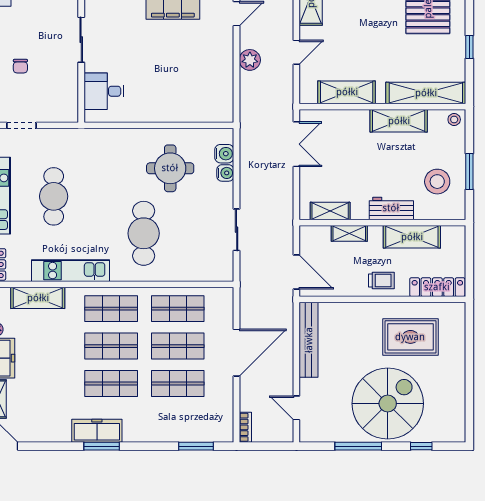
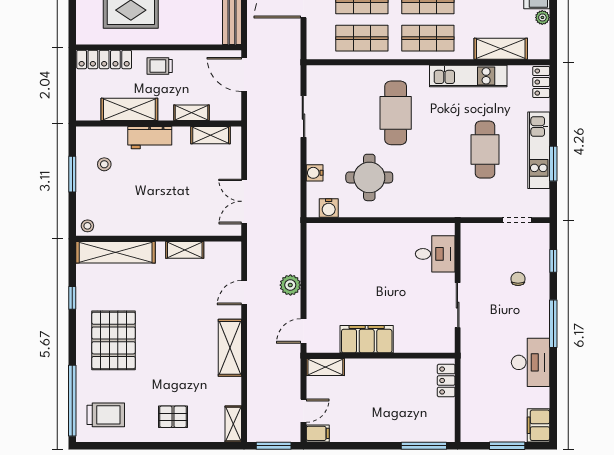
shelving: (347, 92) -> (185, 250), width x0.67, depth x0.75
shelving: (399, 121) -> (143, 225), removed
water cooler: (224, 154) -> (329, 208), moved, turned -90
stool: (437, 182) -> (104, 164), width x0.53, depth x0.53

